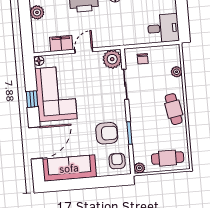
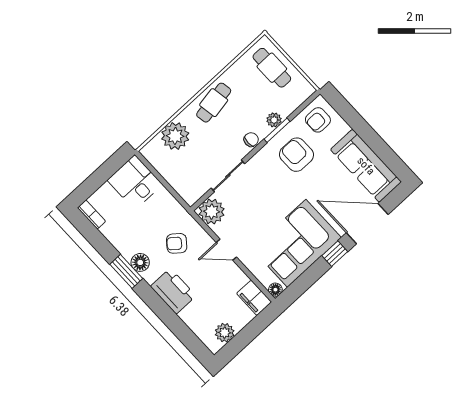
armchair: (110, 25) -> (177, 243), added
filing cabinet: (61, 43) -> (254, 298), moved
chair: (143, 59) -> (251, 140), moved
plant: (177, 72) -> (175, 136), width x1.88, depth x1.88
window: (32, 99) -> (335, 254), moved
plant: (139, 168) -> (274, 120), moved

